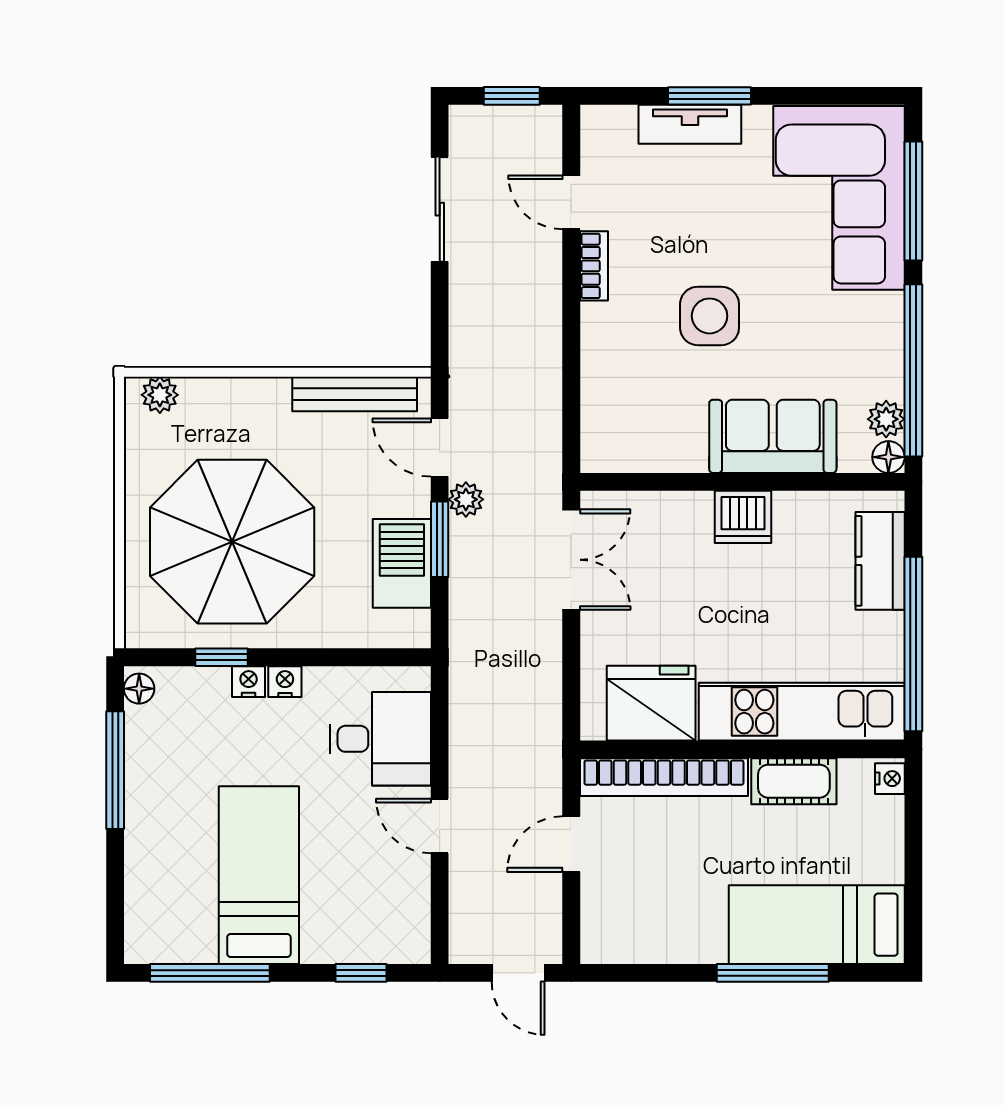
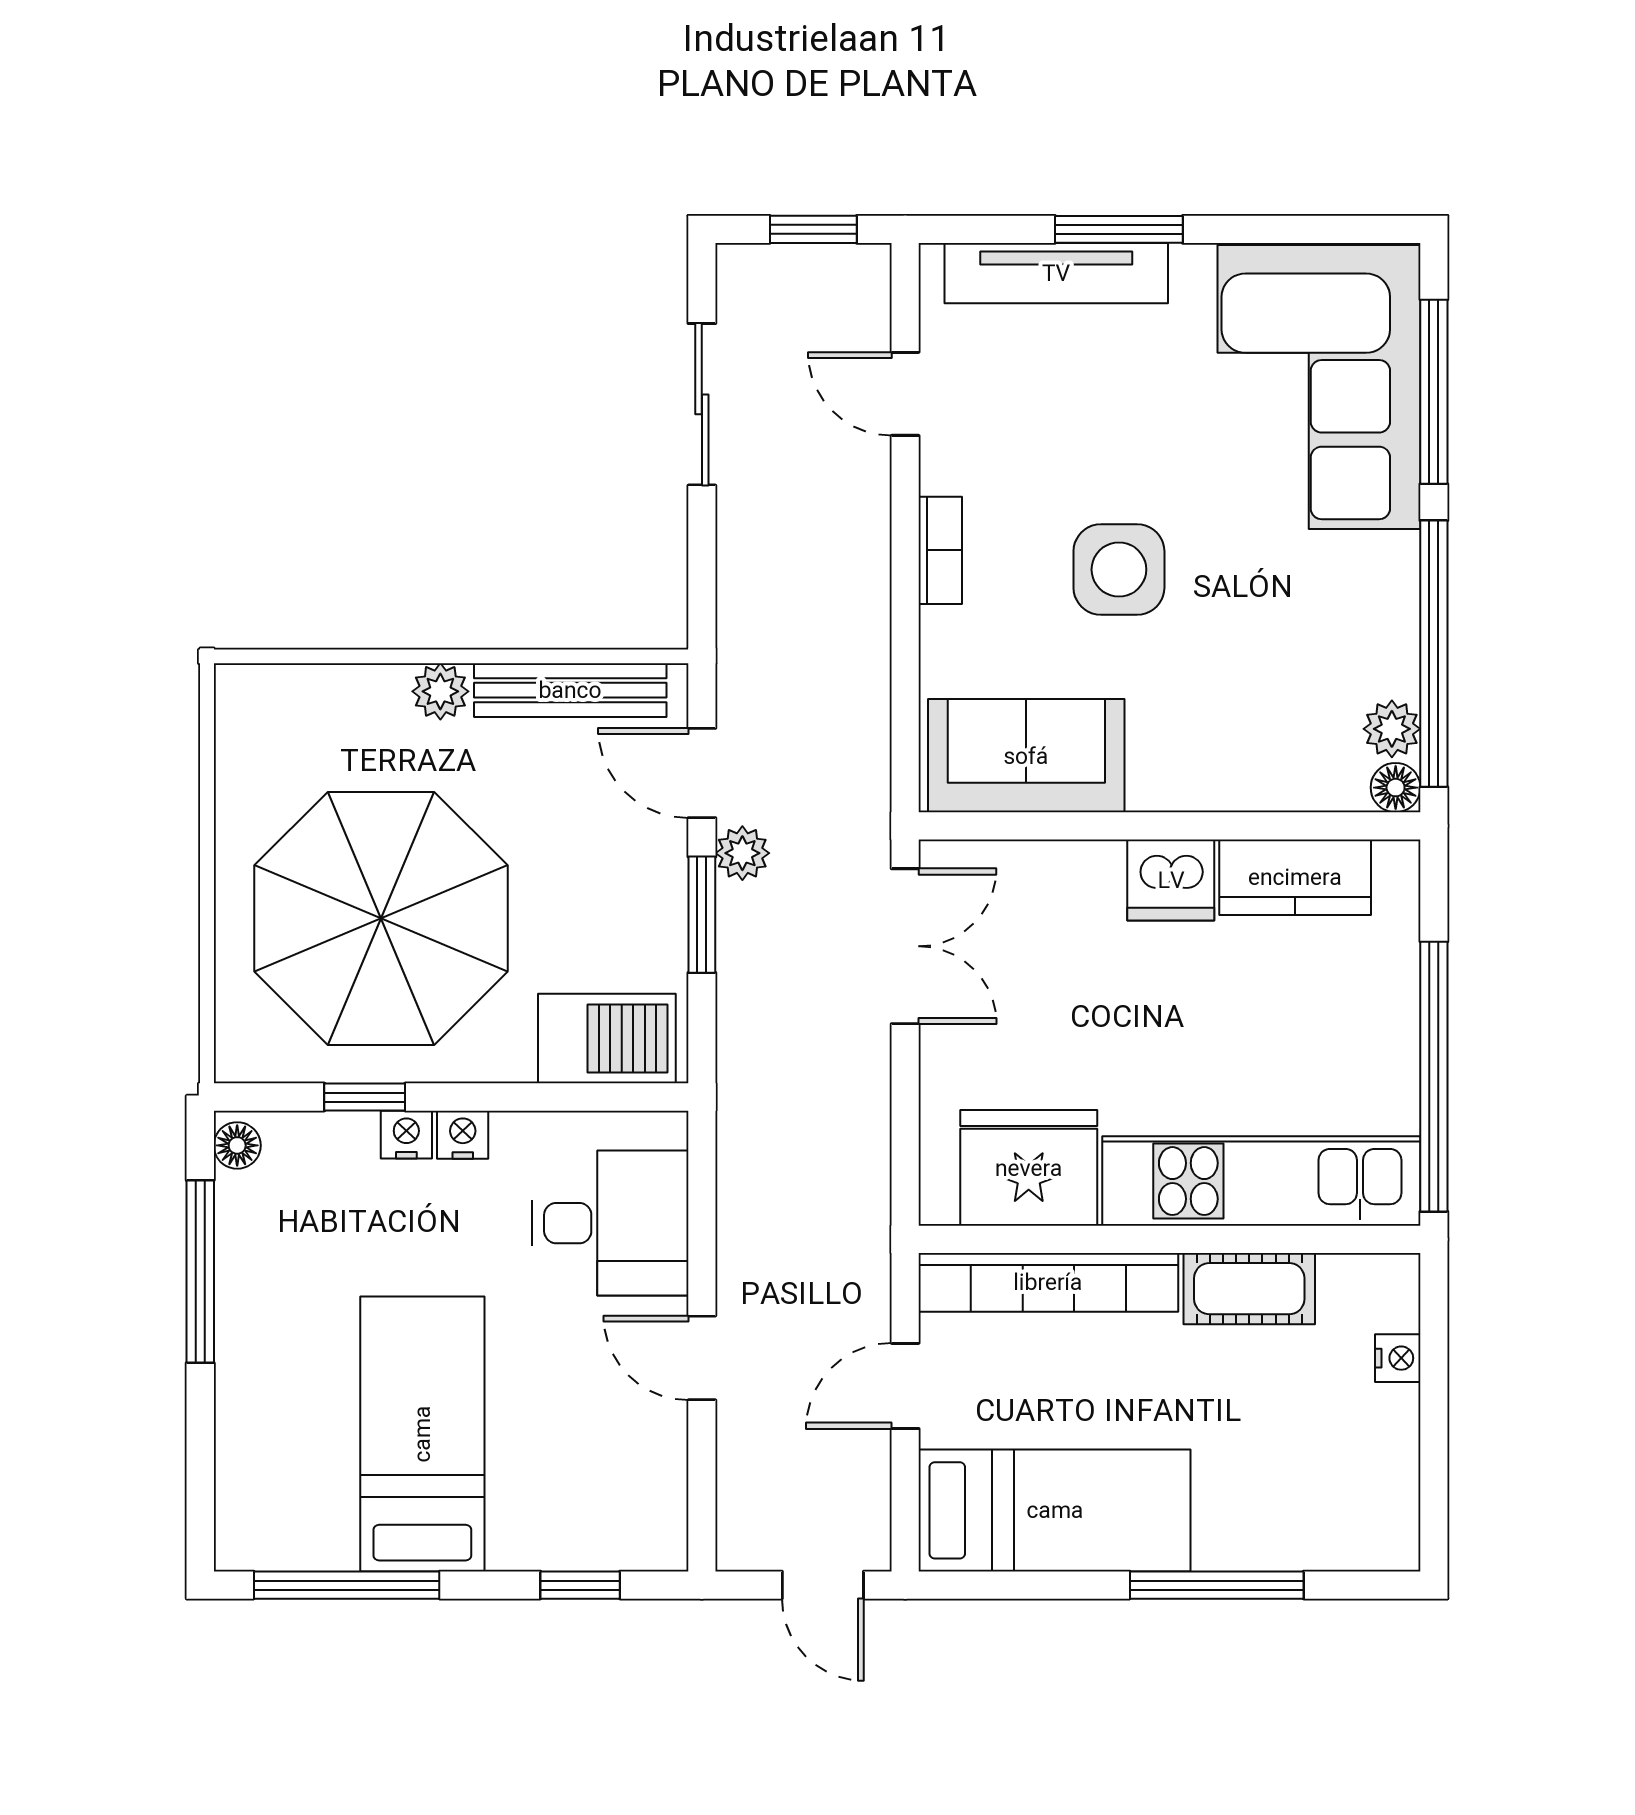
tv unit: (690, 124) -> (1056, 273), width x1.41
bookcase: (594, 266) -> (940, 550), moved
plant: (160, 395) -> (440, 691), moved
sofa: (773, 436) -> (1026, 756), moved
kitchen counter: (880, 561) -> (1295, 877), moved, turned -90
barbecue: (402, 563) -> (607, 1039), moved, turned 90
nightstand: (890, 779) -> (1398, 1358), moved
bed: (817, 925) -> (1055, 1510), moved, turned 180

